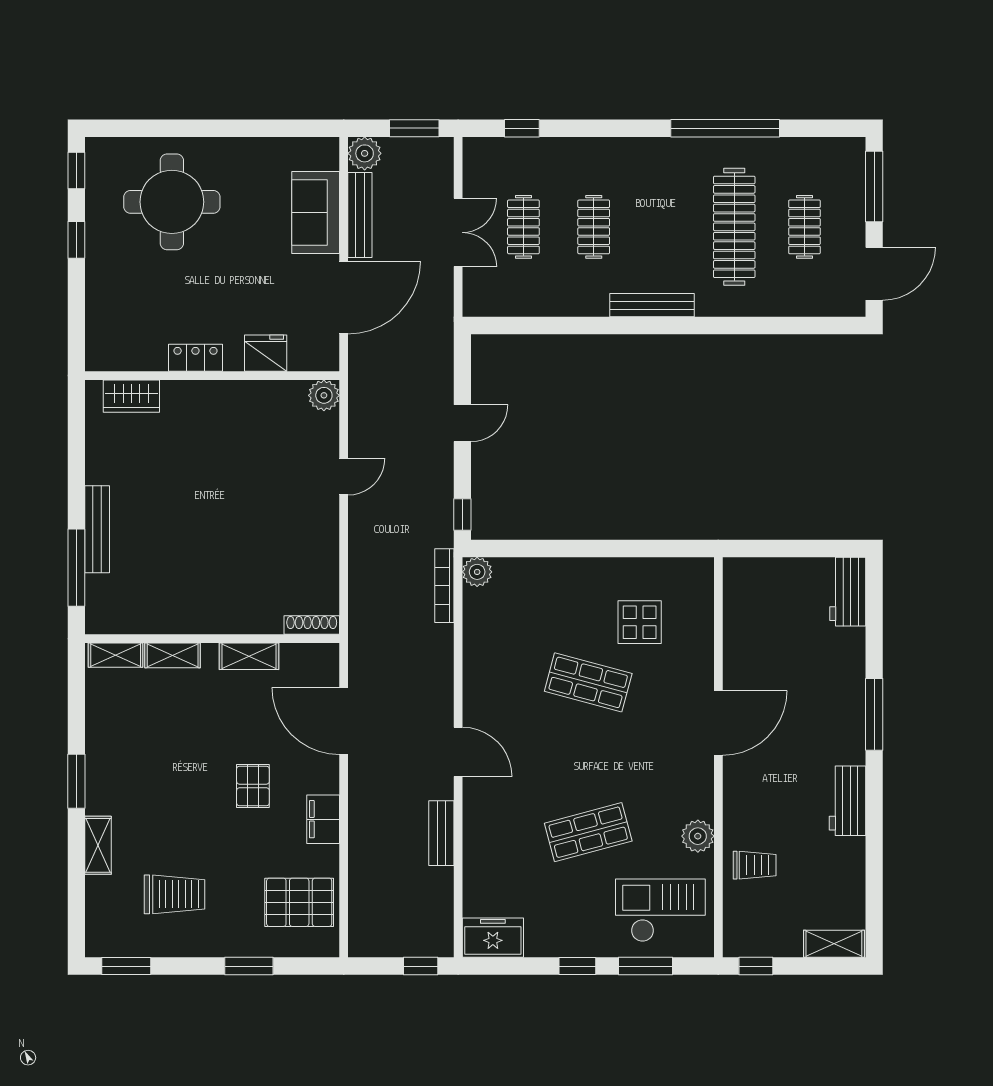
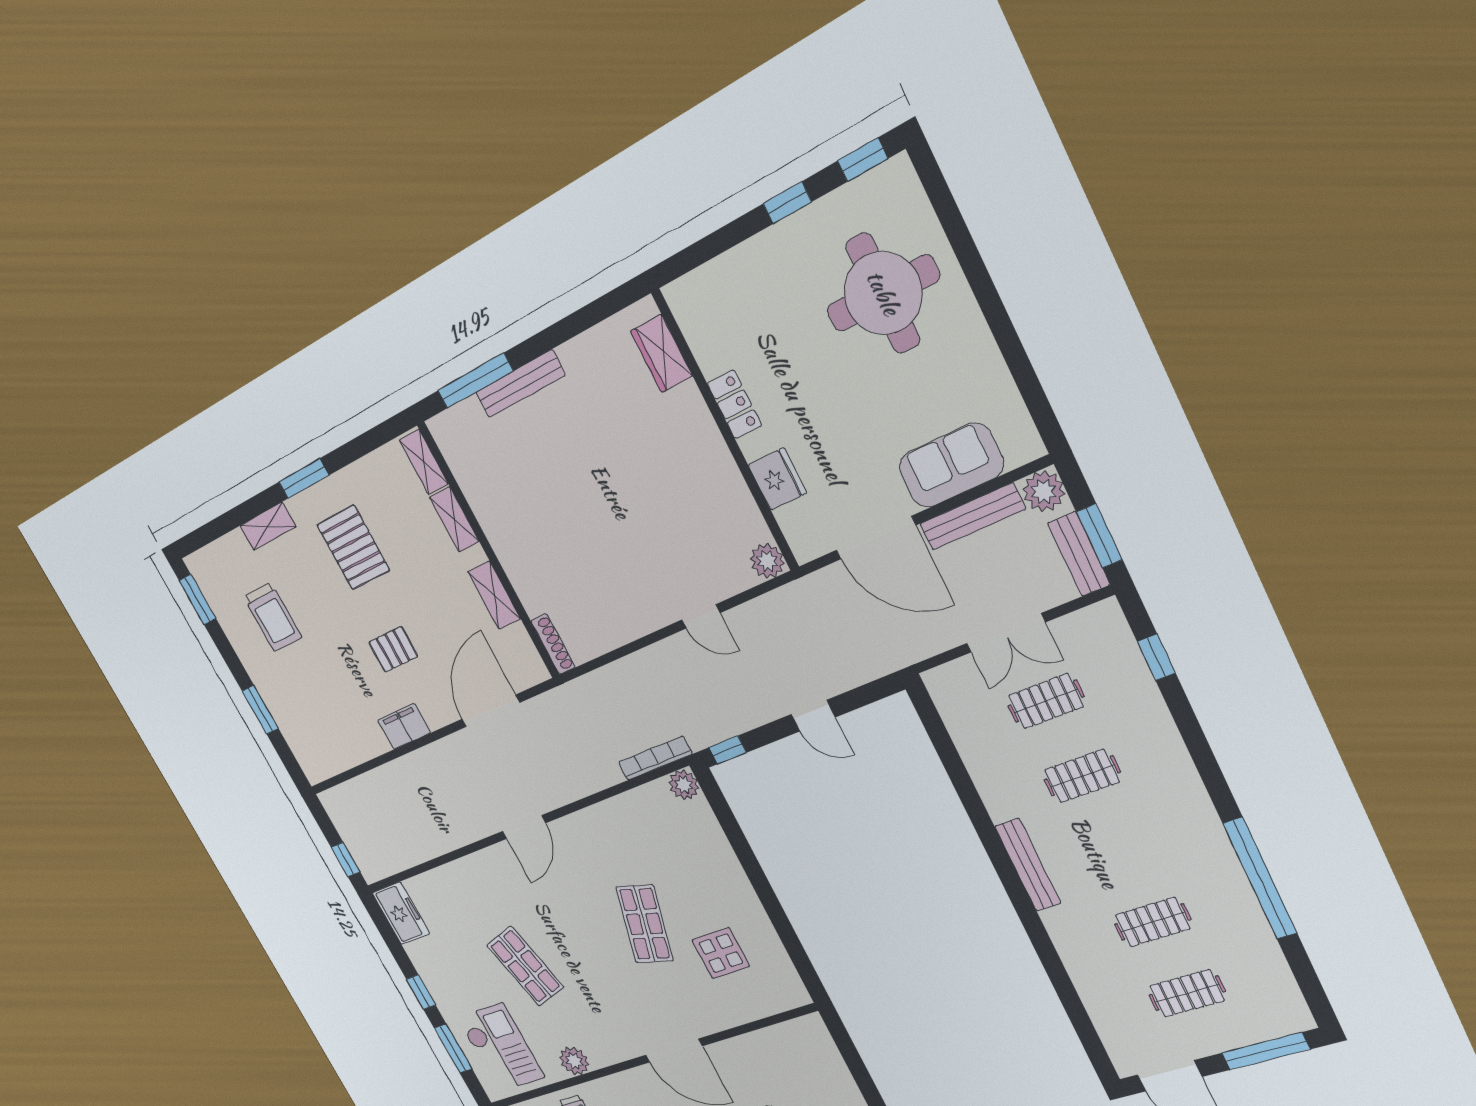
clothes rail: (734, 227) -> (1153, 922), width x0.54, depth x0.76
bench: (441, 833) -> (1079, 554), moved, turned 90
pallet: (299, 902) -> (353, 547), moved

